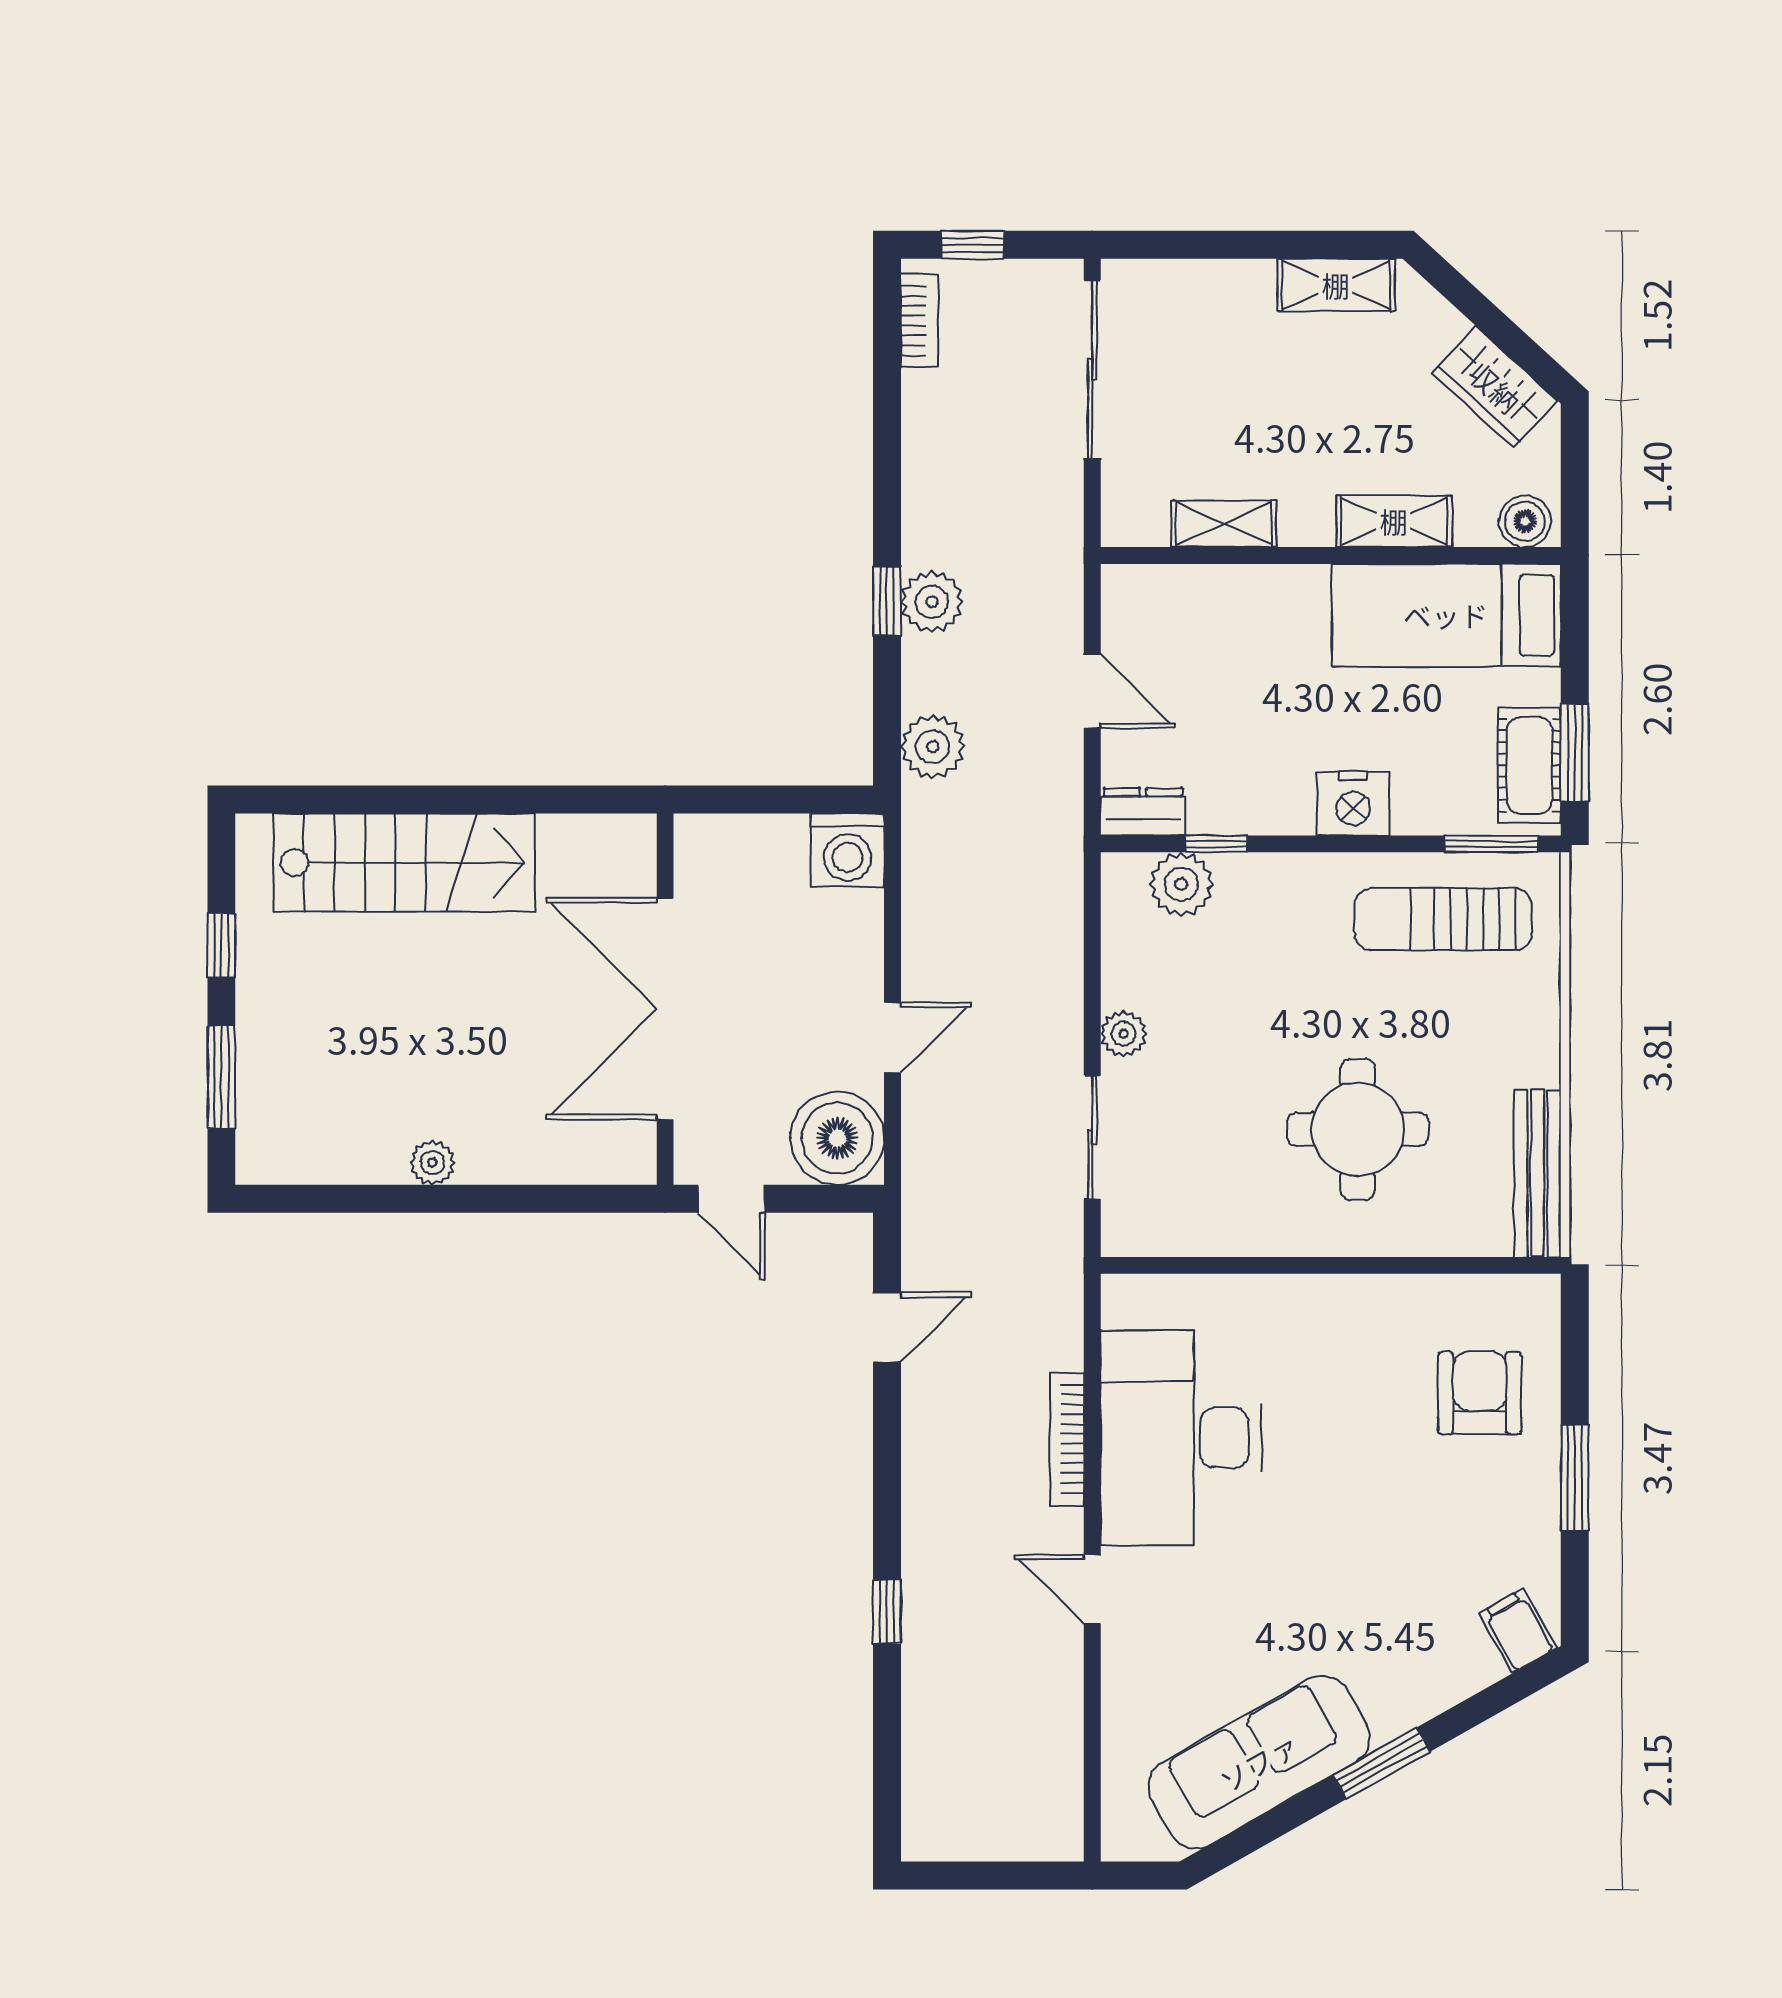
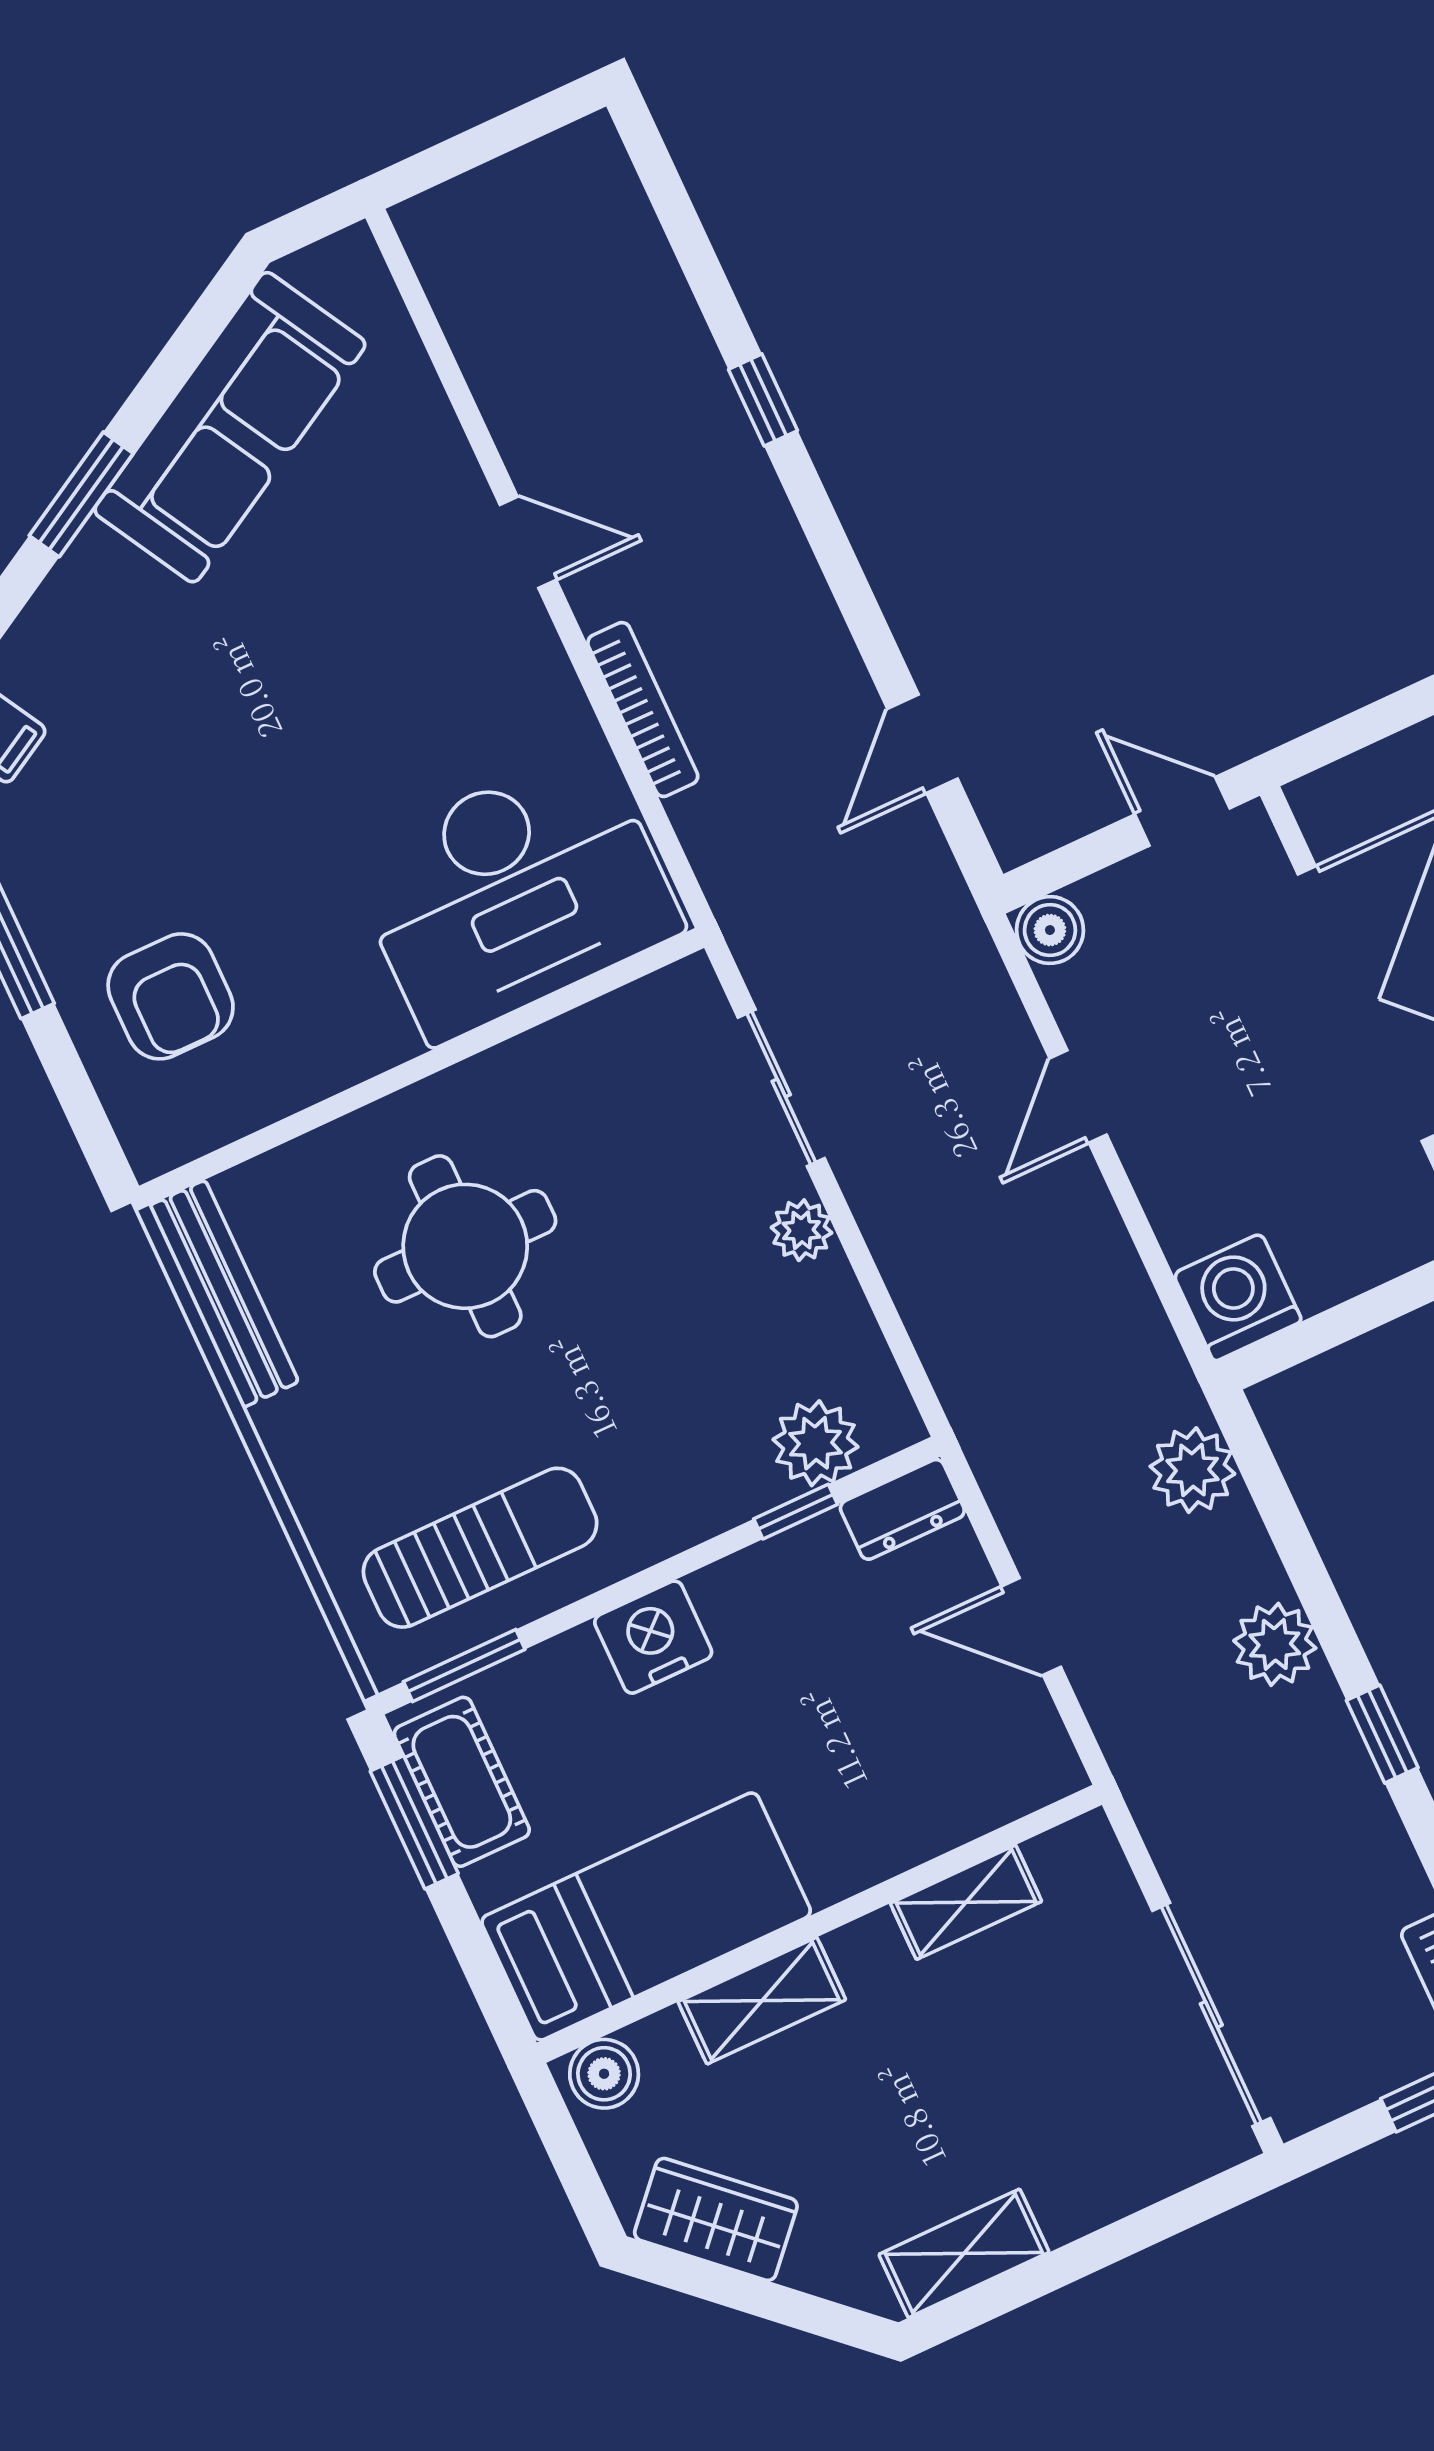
window: (887, 601) -> (1382, 1734), moved
boiler: (837, 1138) -> (1050, 930), width x0.54, depth x0.54
desk: (1181, 1438) -> (515, 893), moved, turned 90

